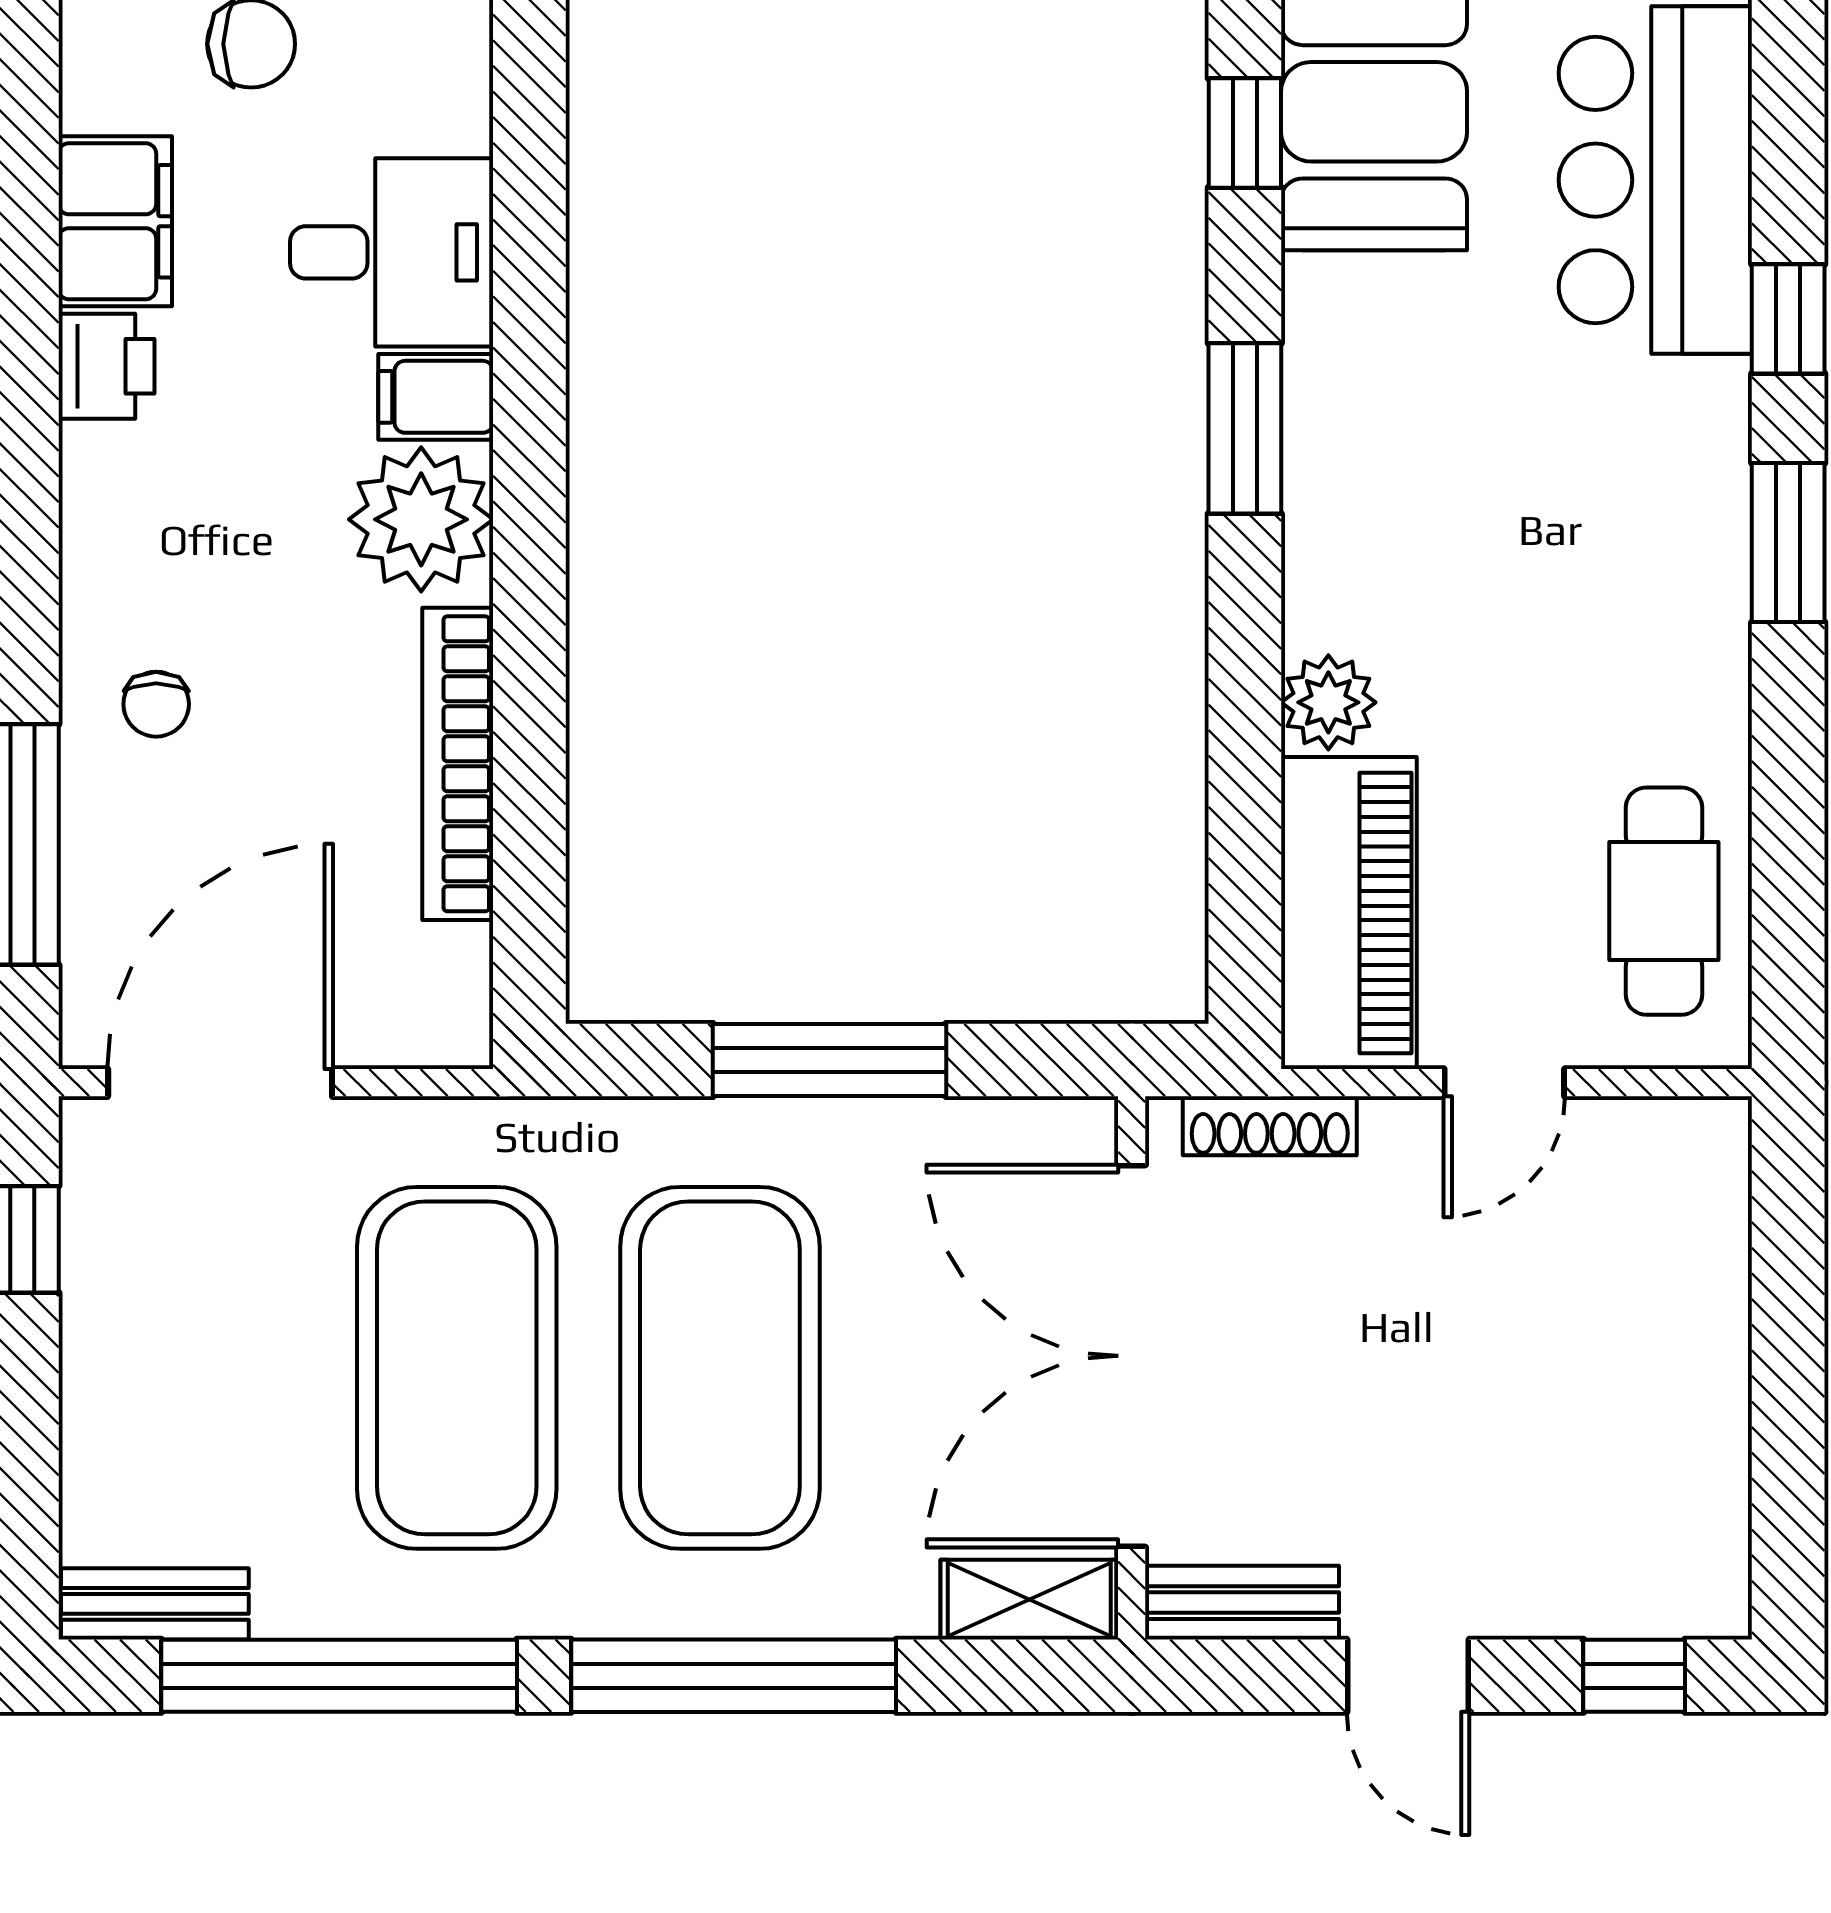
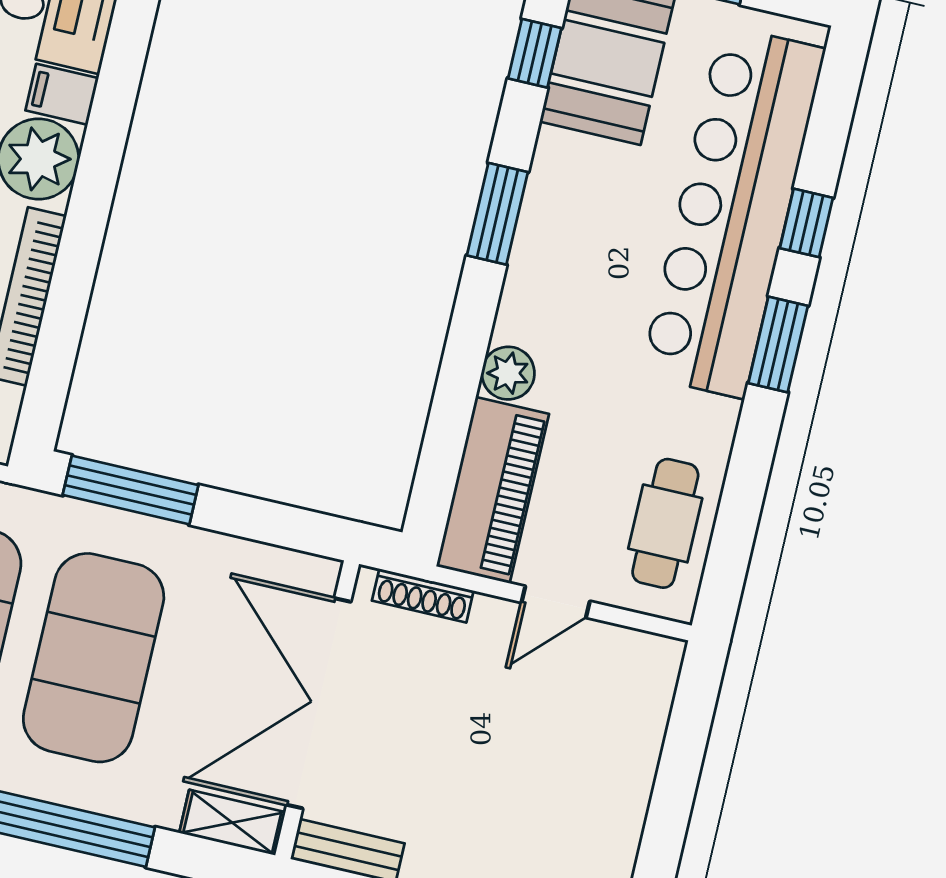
bar counter: (1655, 180) -> (733, 212), width x1.86
window: (830, 1060) -> (131, 490), moved

